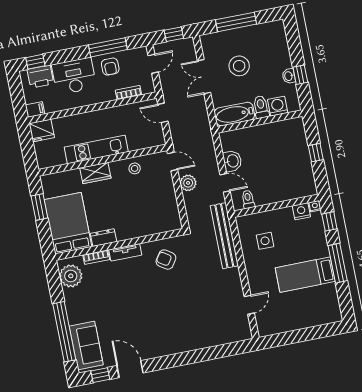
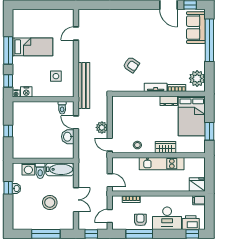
armchair: (166, 260) -> (131, 65), moved

